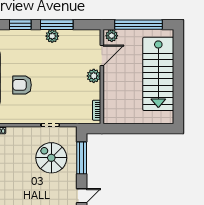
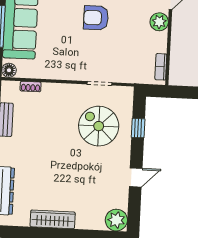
armchair: (22, 85) -> (96, 18), moved
window: (82, 158) -> (138, 128), width x0.46

